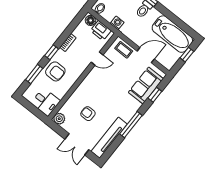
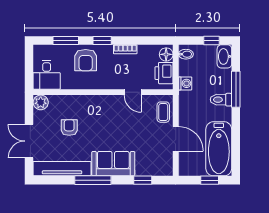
sofa: (146, 86) -> (113, 164), moved

